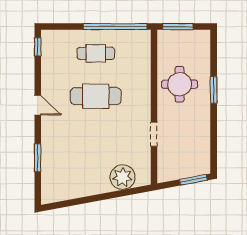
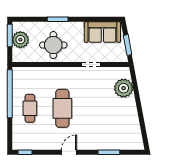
window: (178, 27) -> (10, 35), moved
plant: (187, 41) -> (20, 40), added
sofa: (197, 149) -> (102, 32), added
window: (193, 180) -> (128, 45), moved

